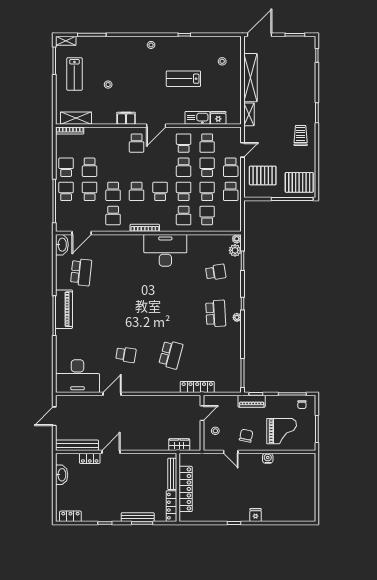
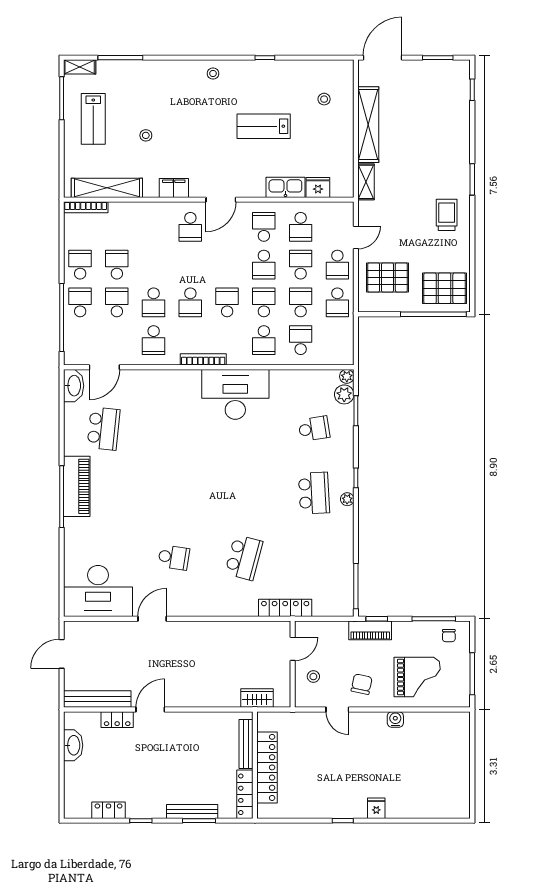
shelving: (76, 118) -> (107, 188), width x1.47
school desk: (90, 167) -> (117, 265), turned 180
locker: (70, 516) -> (108, 810), moved

